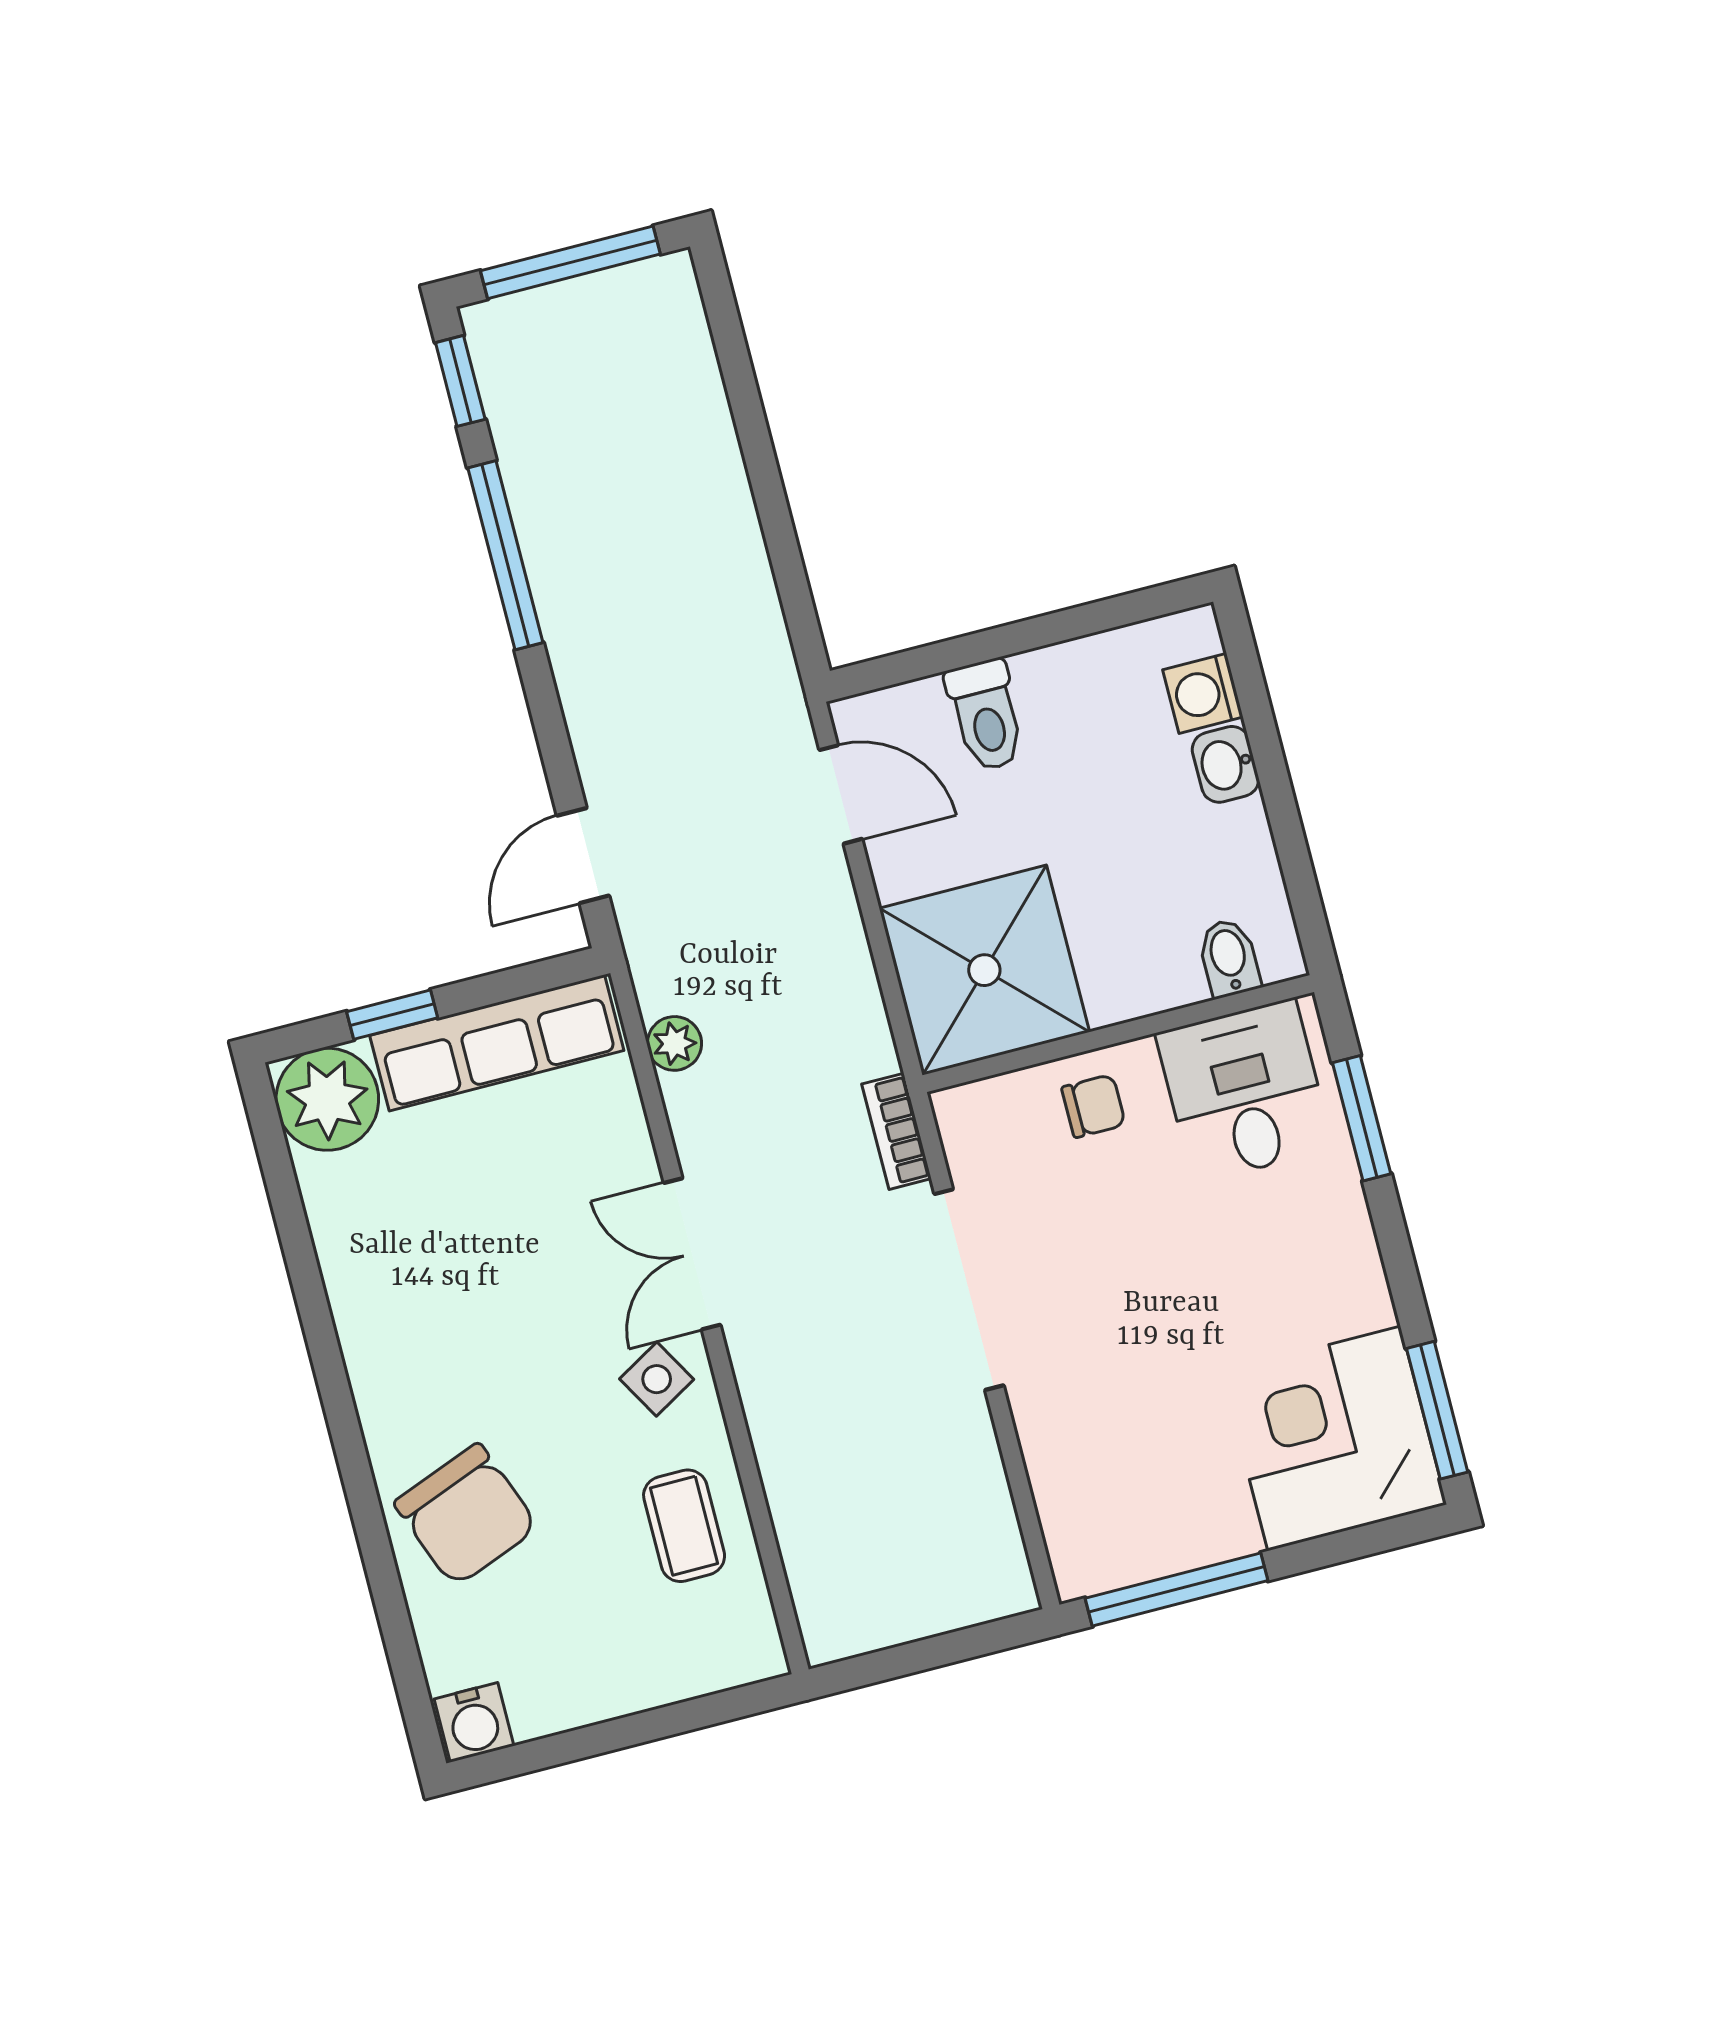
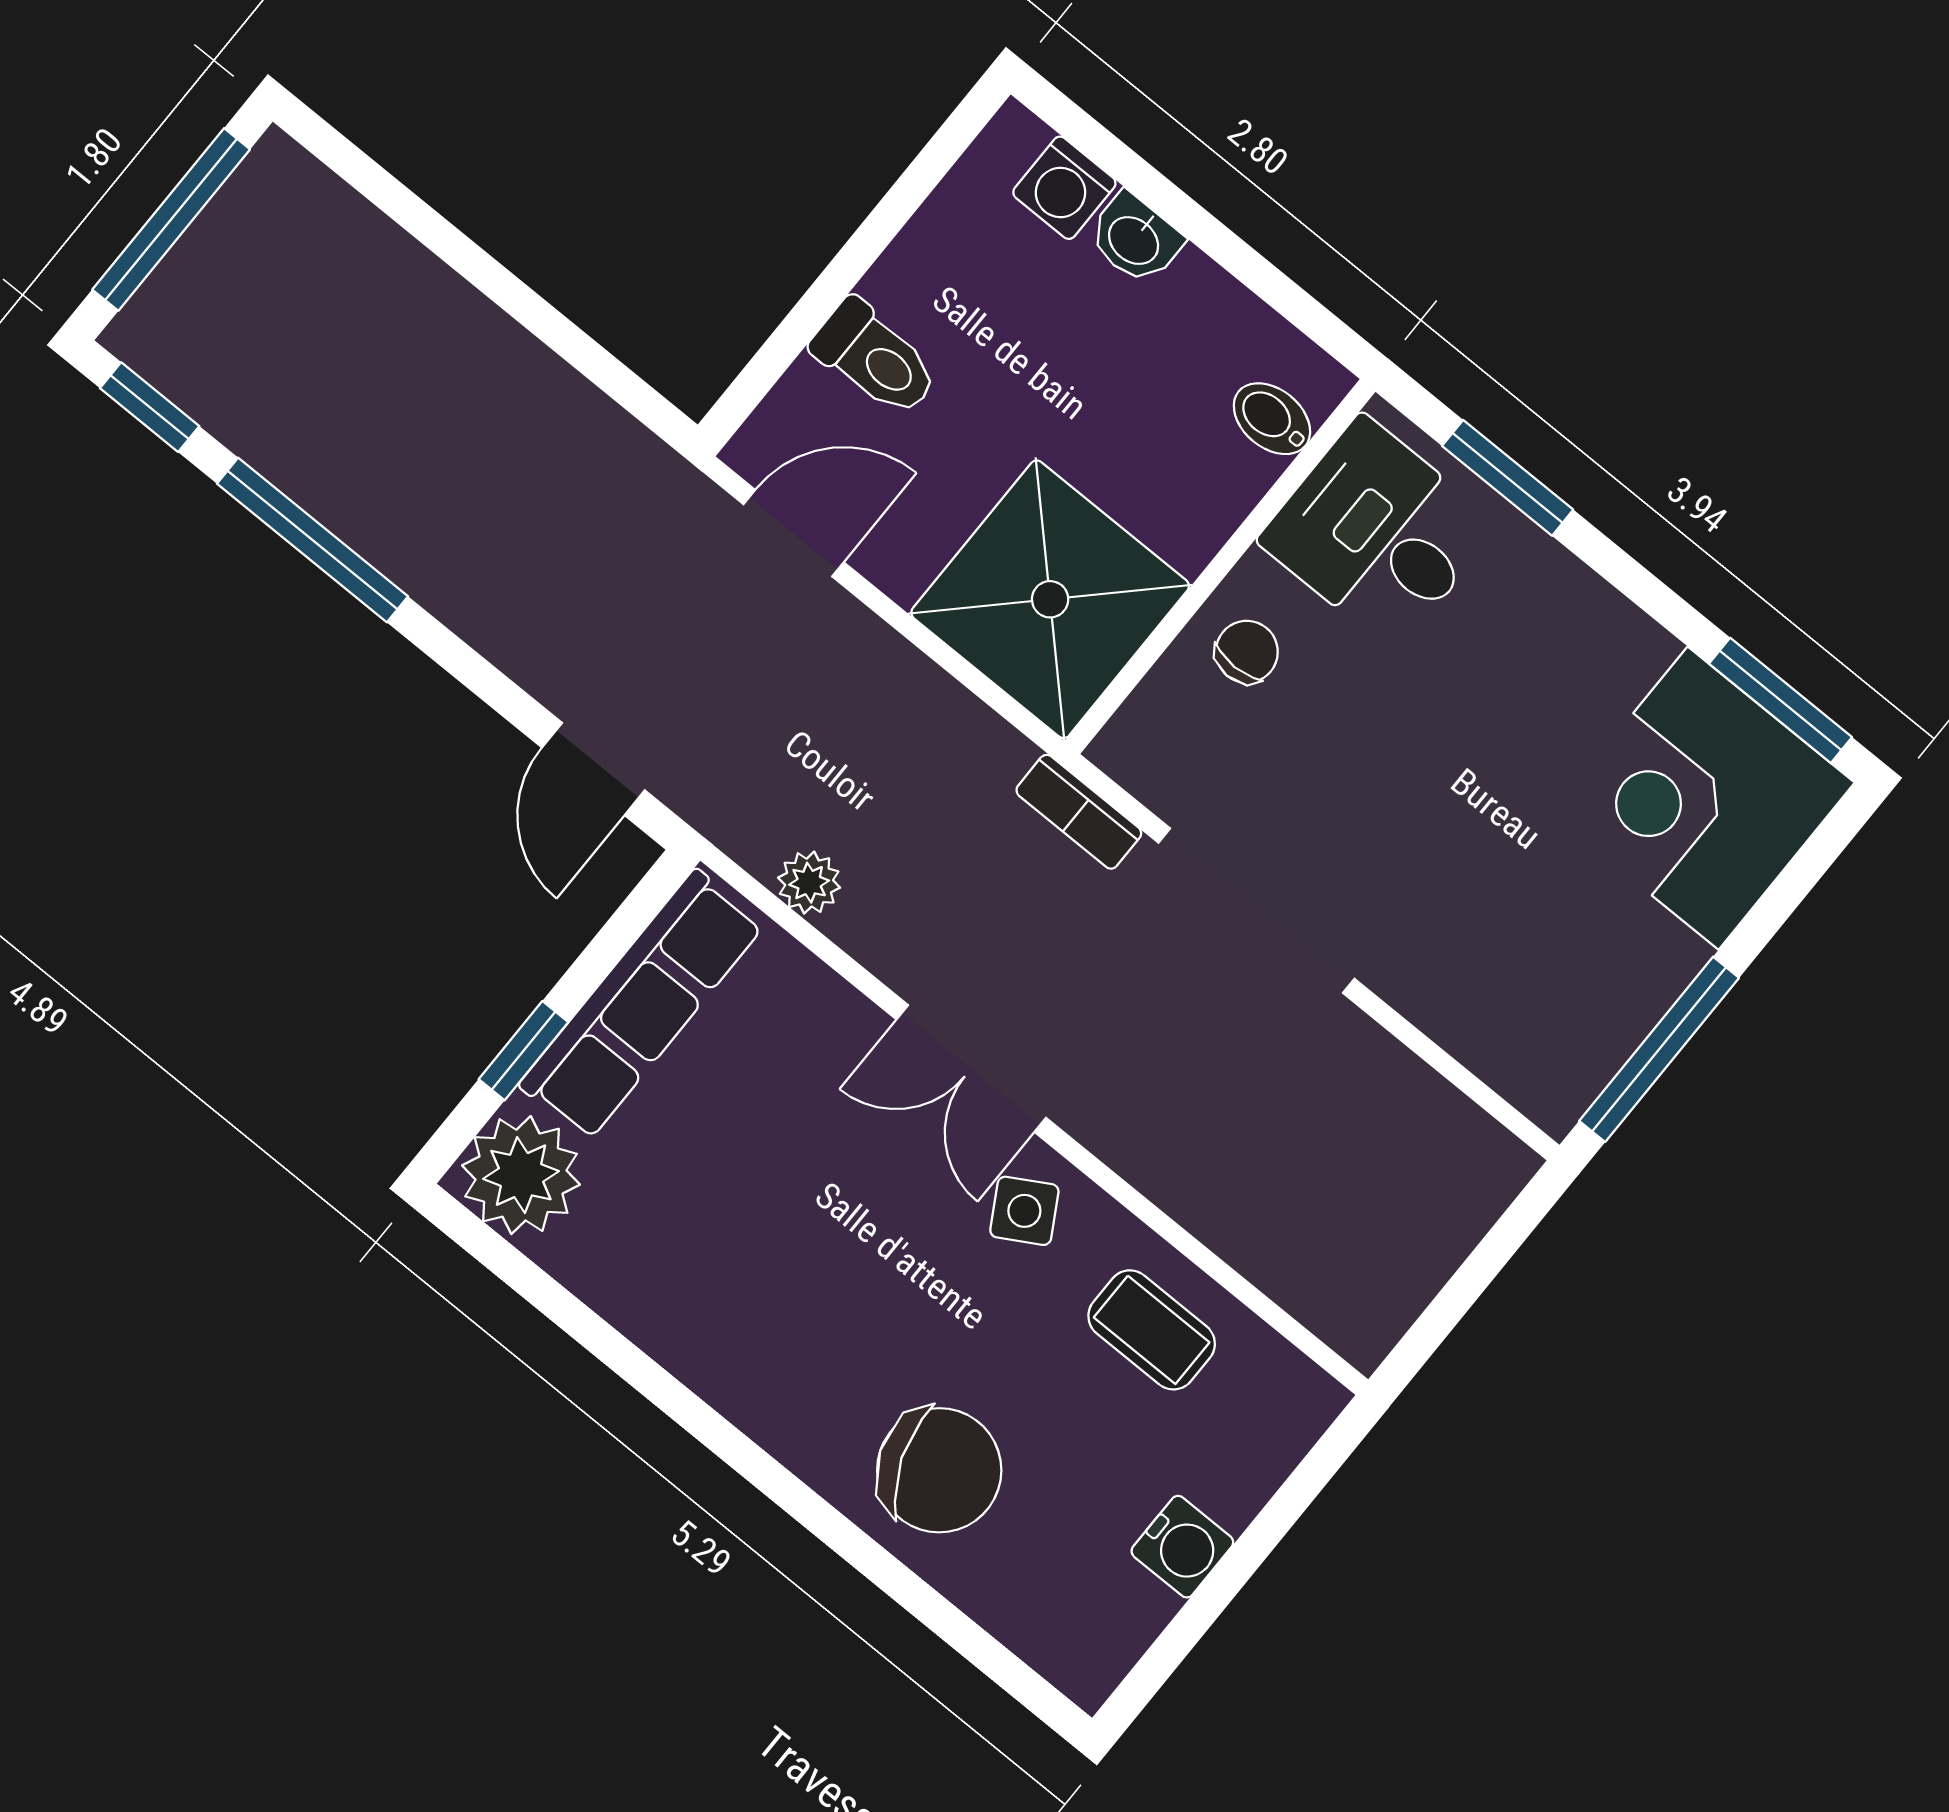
water cooler: (474, 1722) -> (1182, 1547), moved

